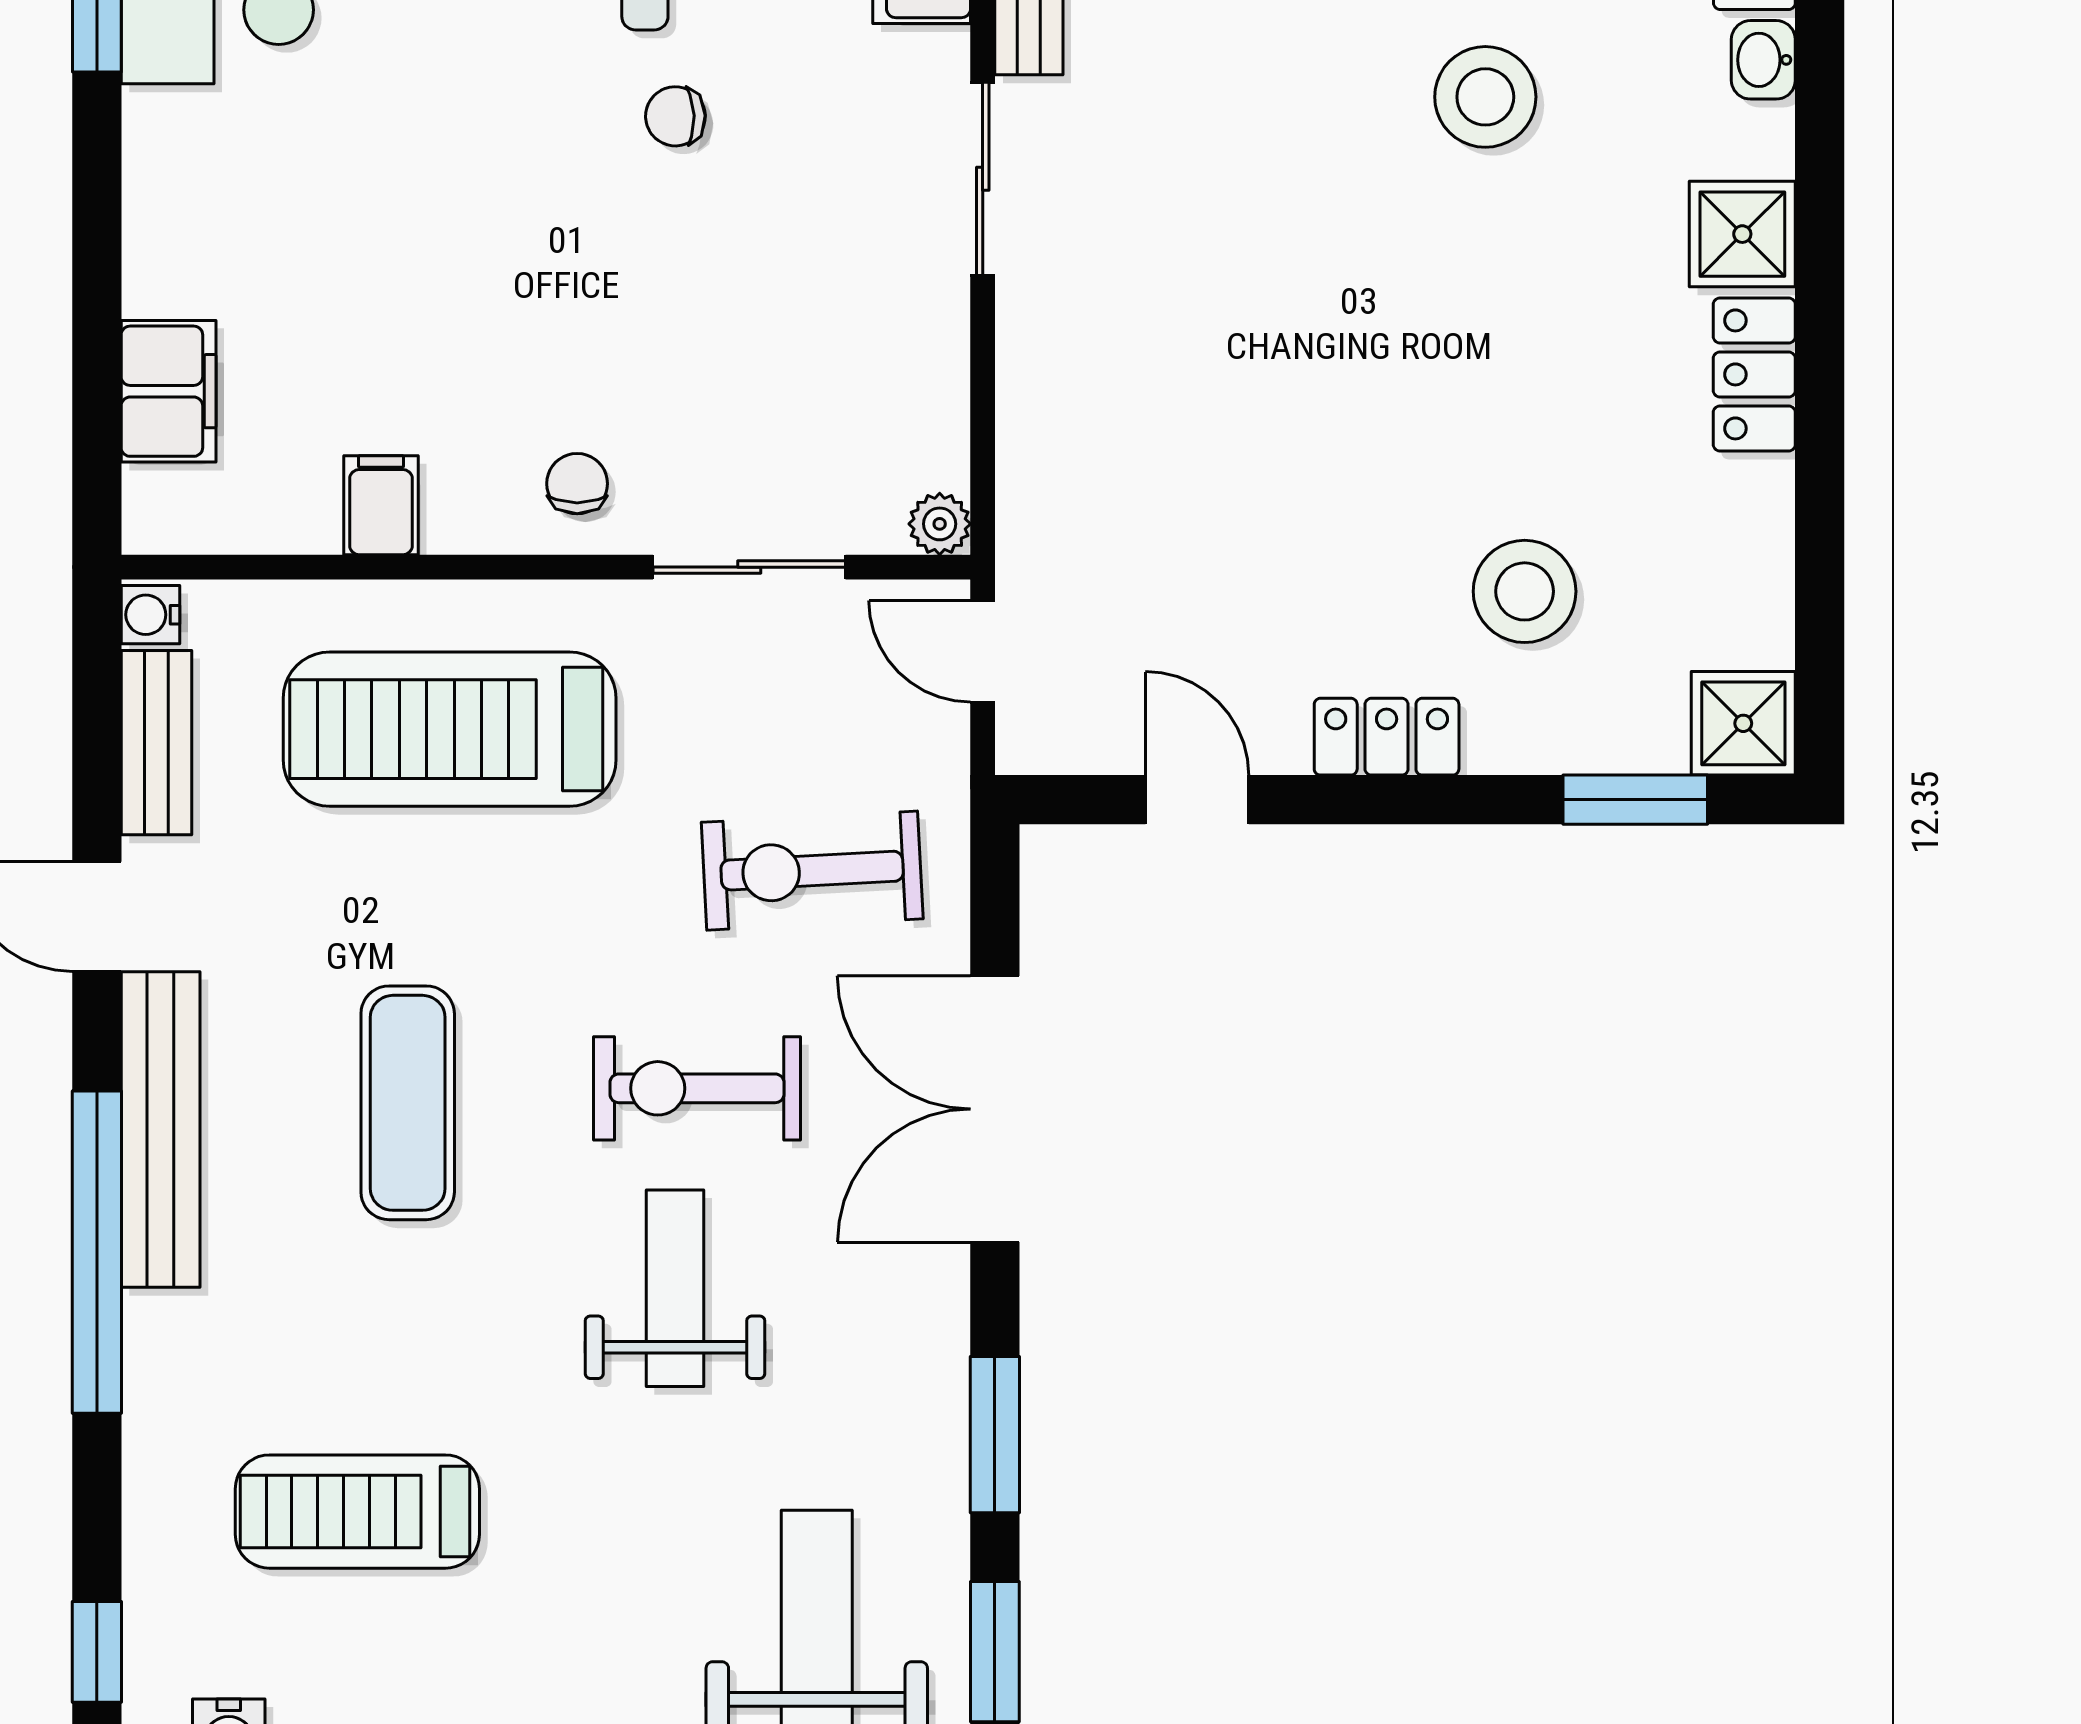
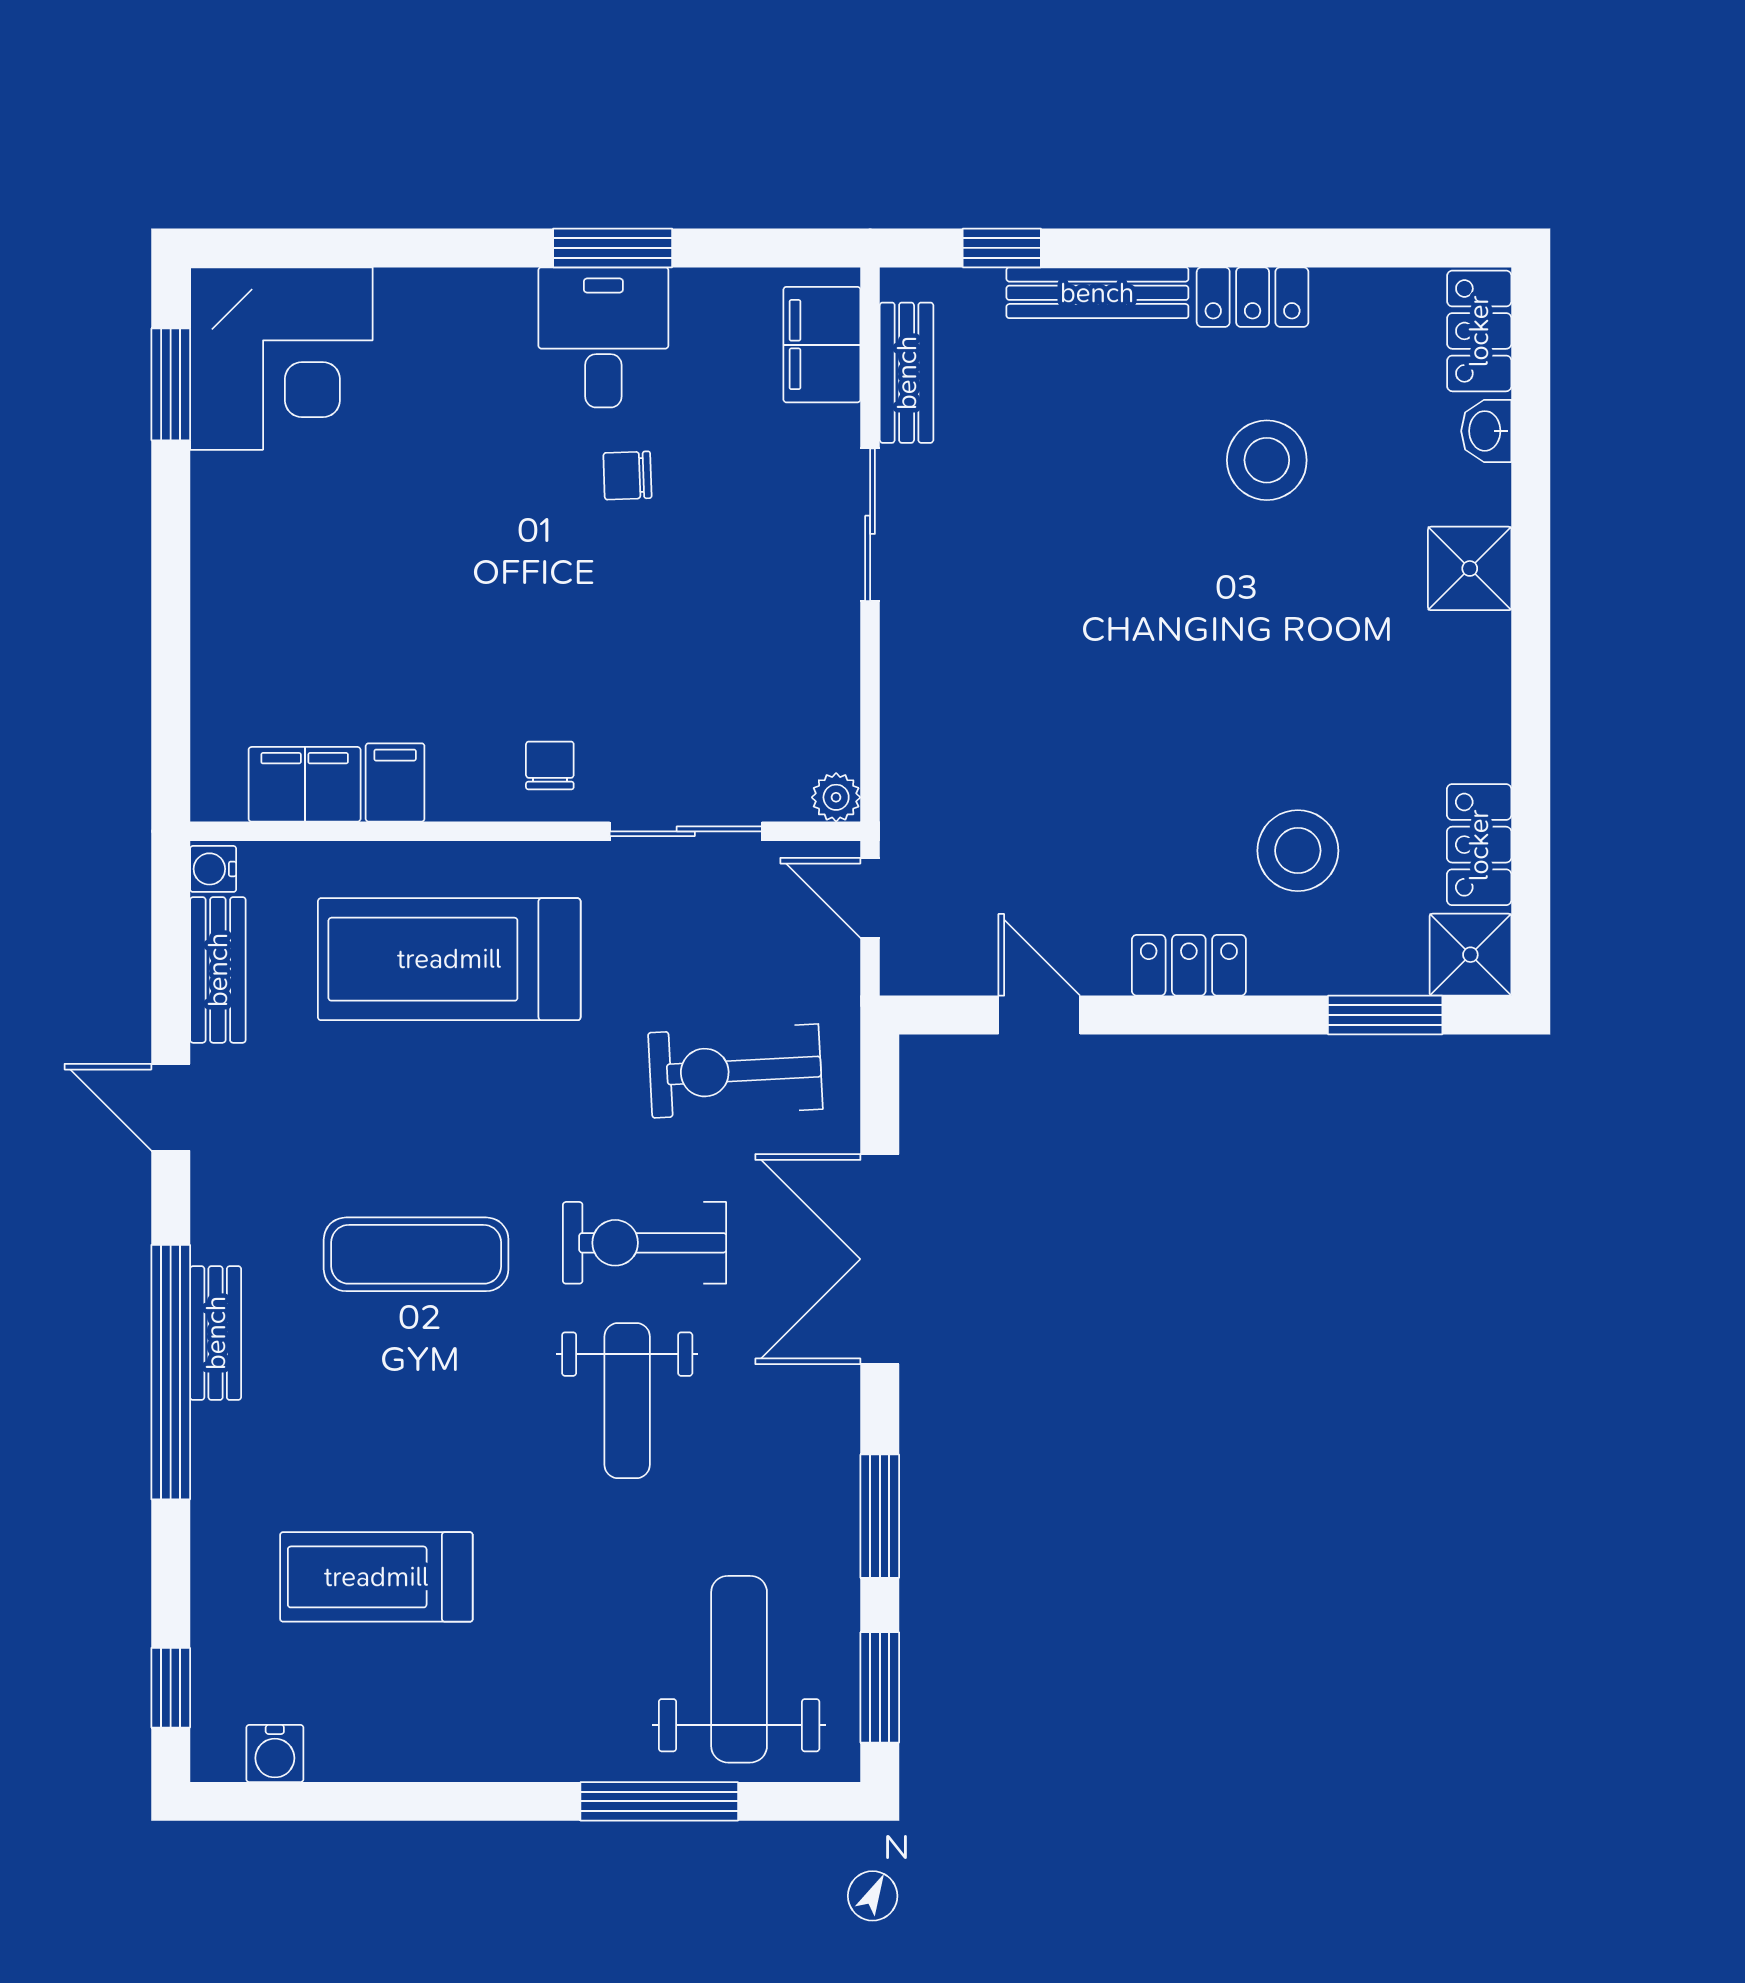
locker: (1754, 374) -> (1479, 845), moved
filing cabinet: (169, 391) -> (305, 784), moved, turned -90
exercise mat: (408, 1103) -> (416, 1254), turned 90
bench: (161, 1129) -> (216, 1333), width x0.54, depth x0.82
weight bench: (675, 1288) -> (627, 1401), turned 180

